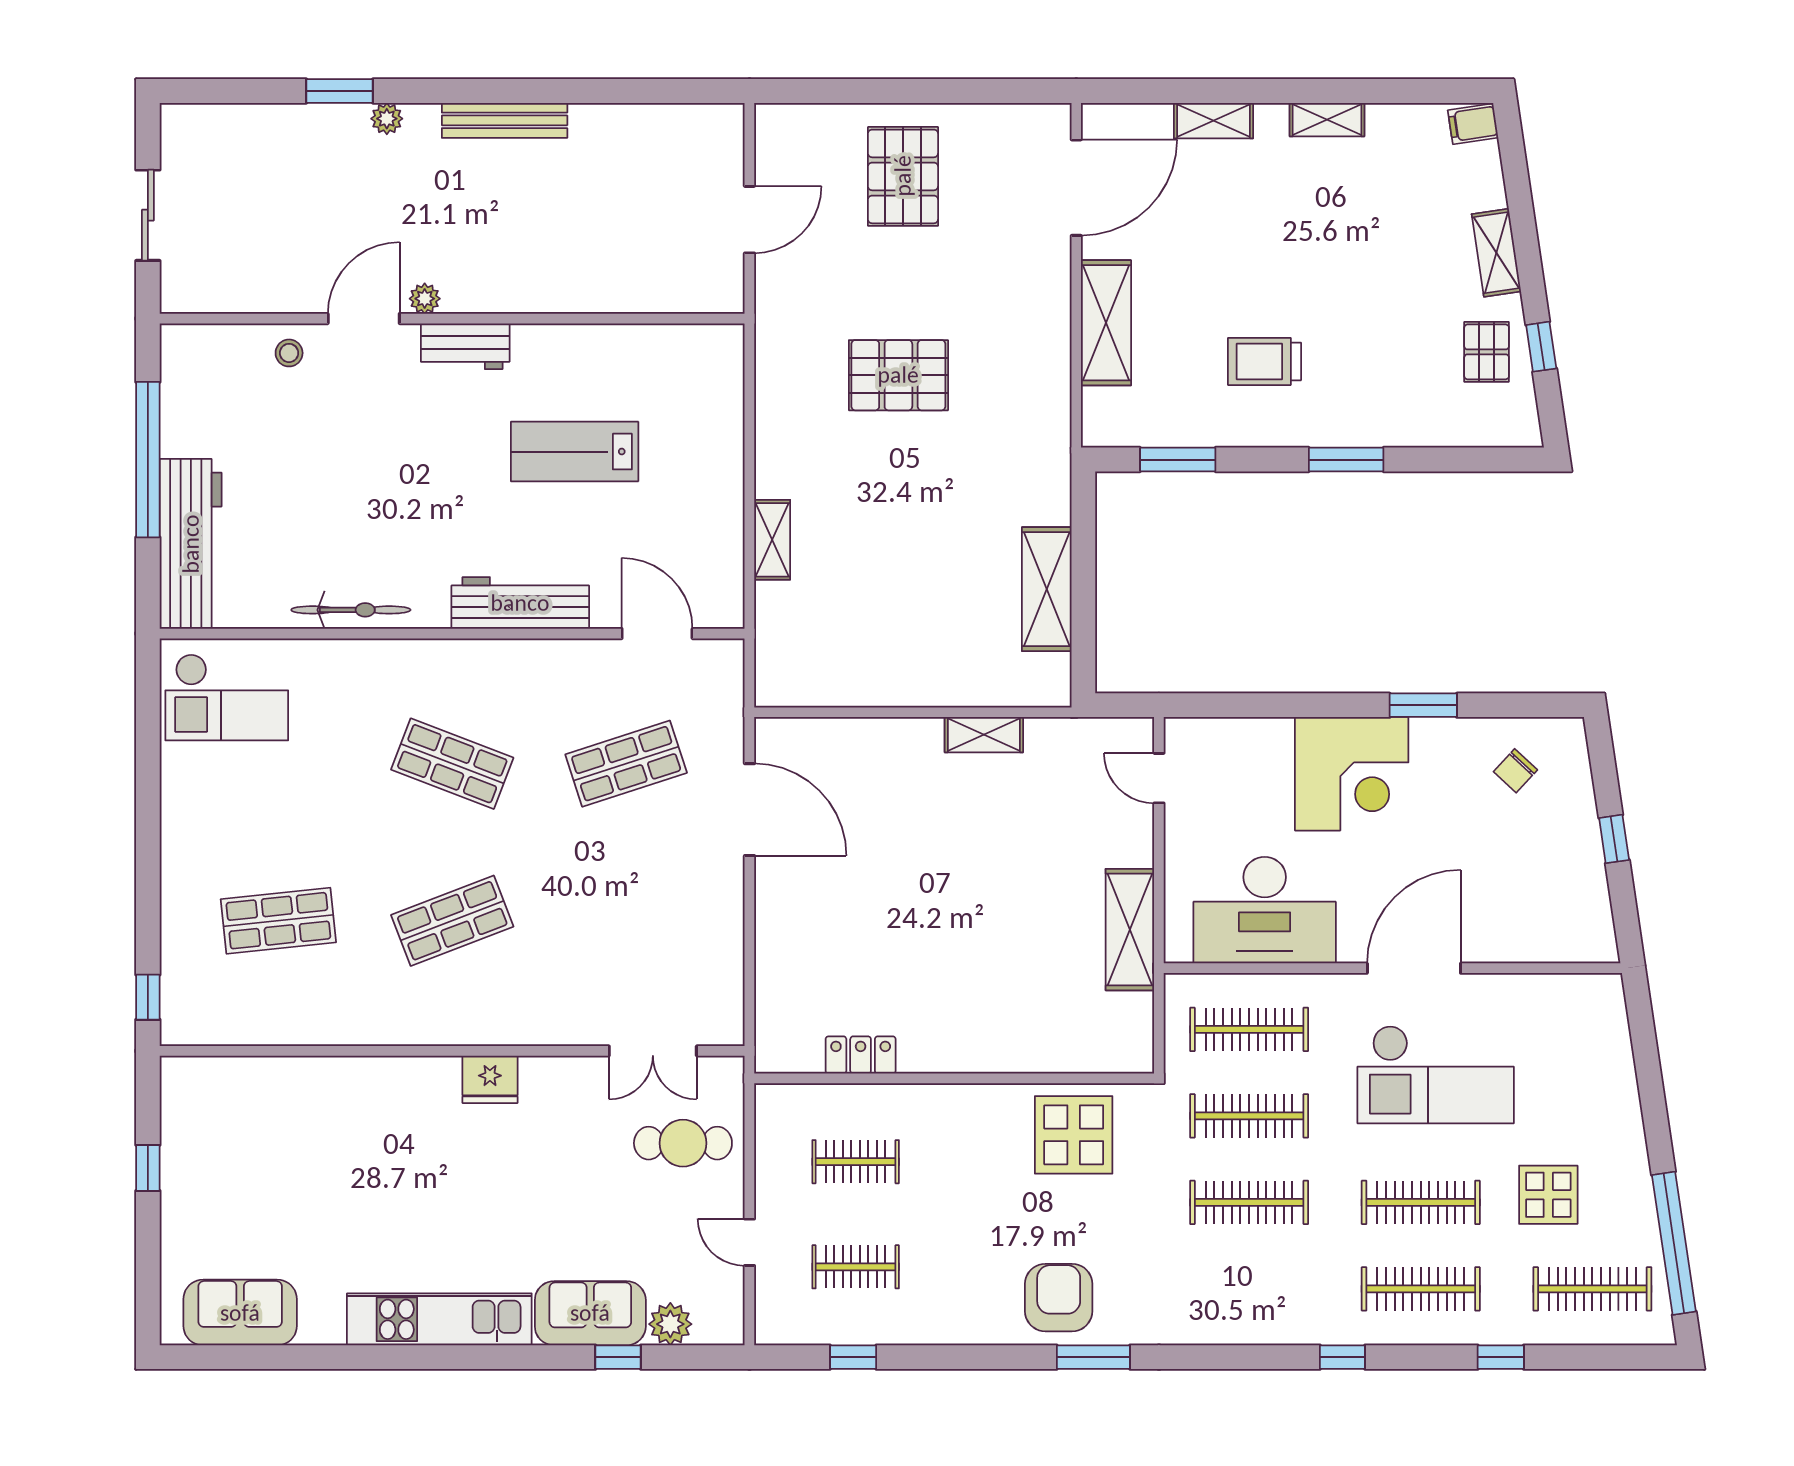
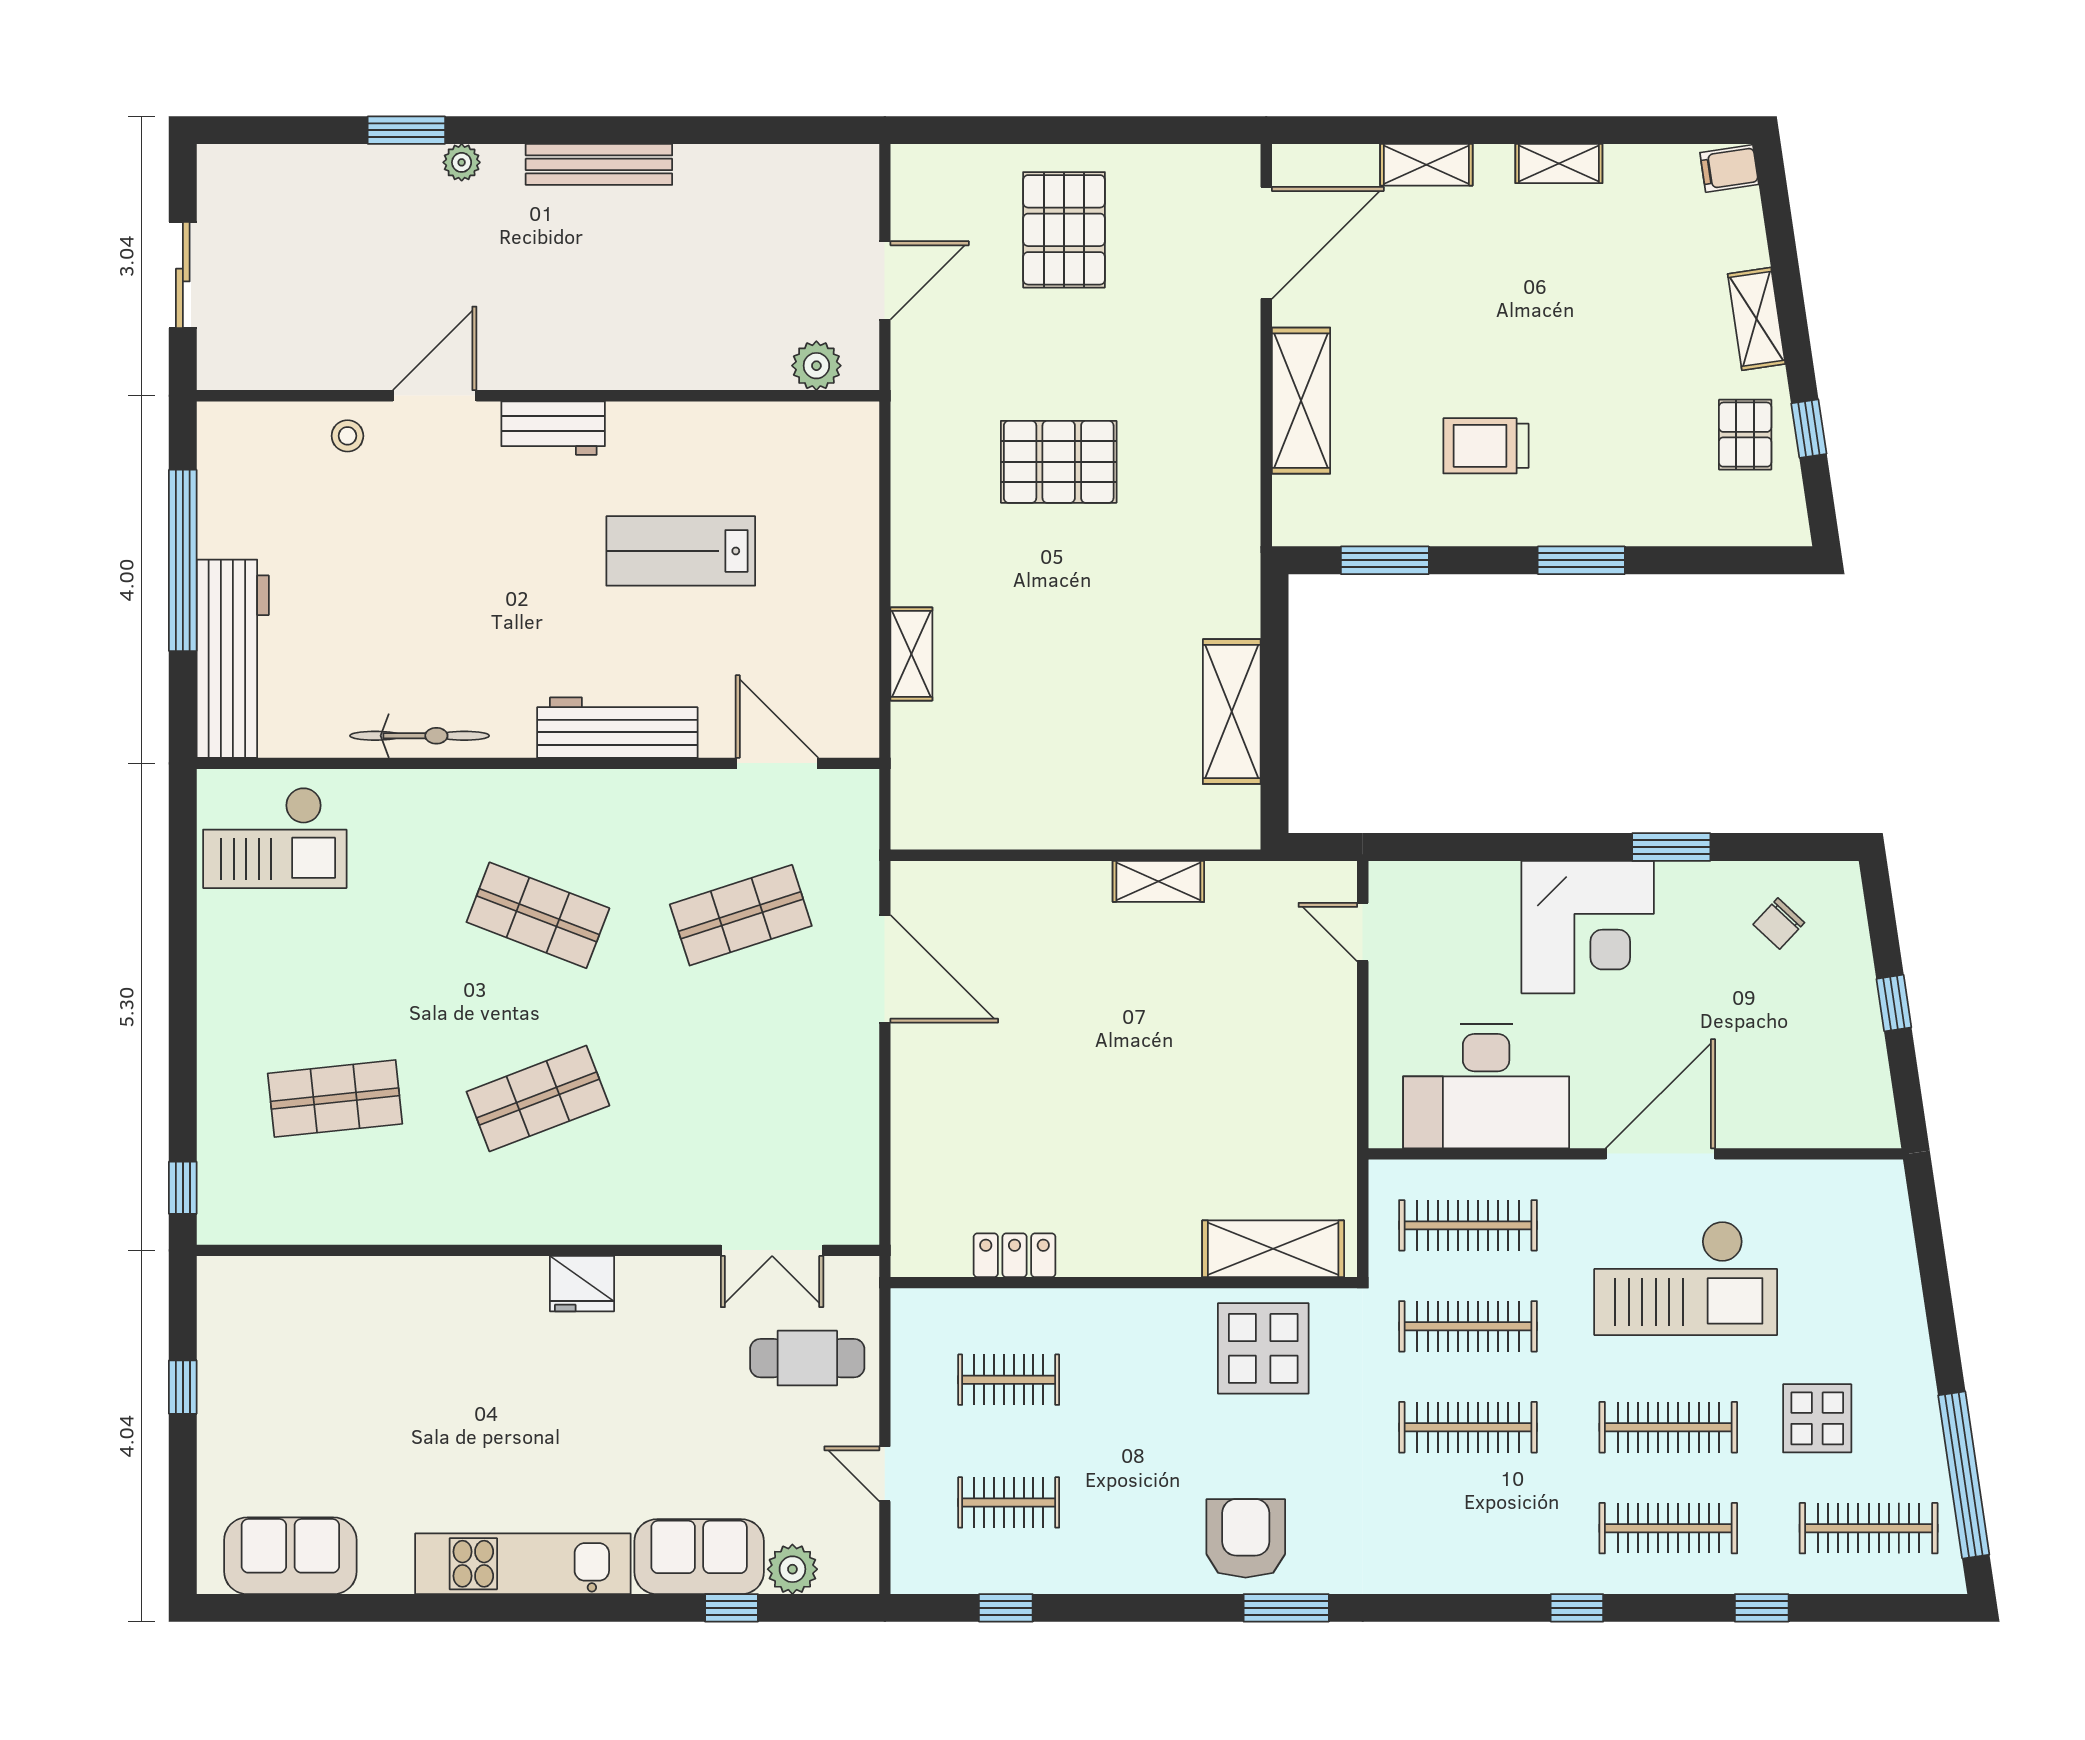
plant: (425, 299) -> (816, 366), moved, width x1.38, depth x1.38
shelving: (1130, 930) -> (1273, 1249), moved, turned 90

